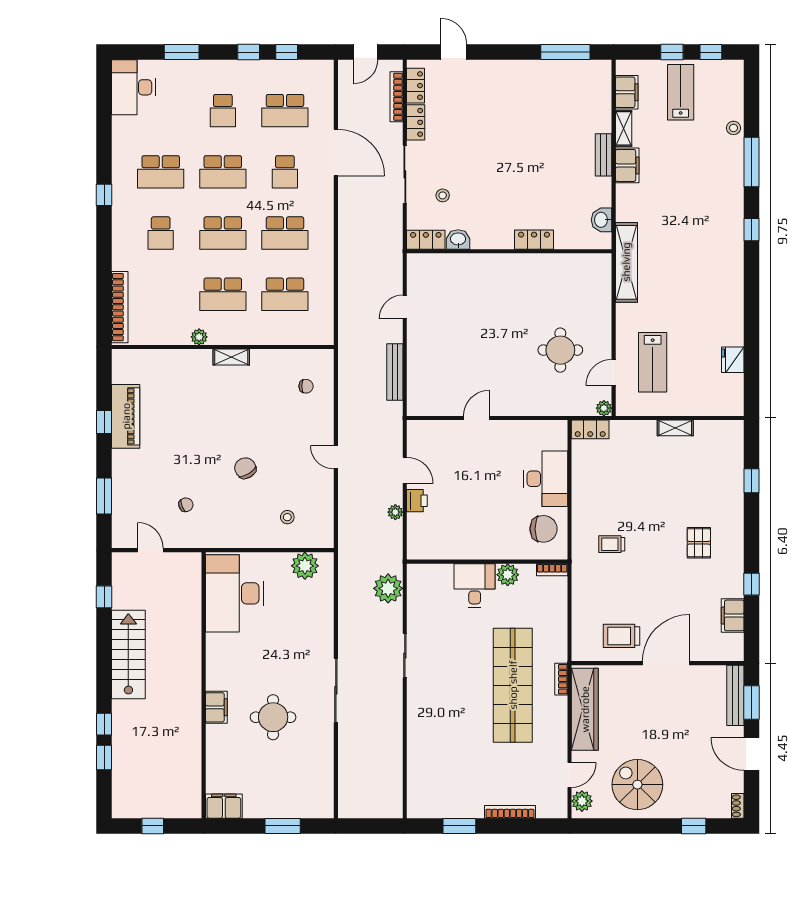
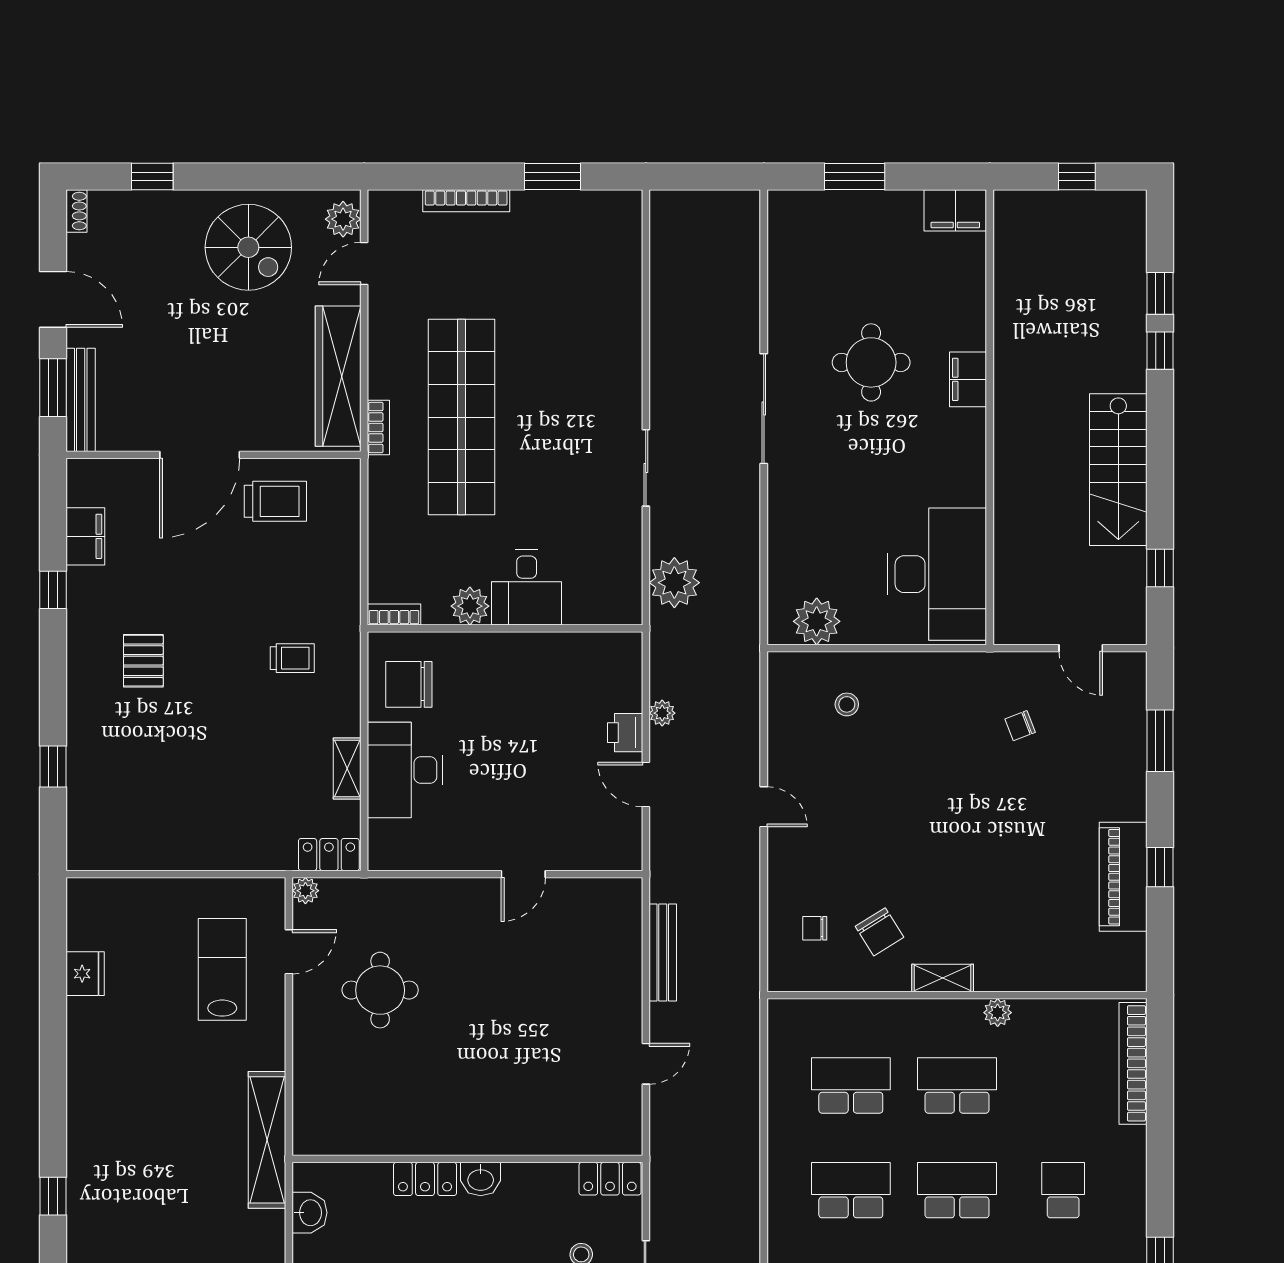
washbasin: (458, 240) -> (481, 1179), moved
shelving: (675, 428) -> (347, 769), moved, turned 90
chair: (245, 468) -> (879, 932), moved

